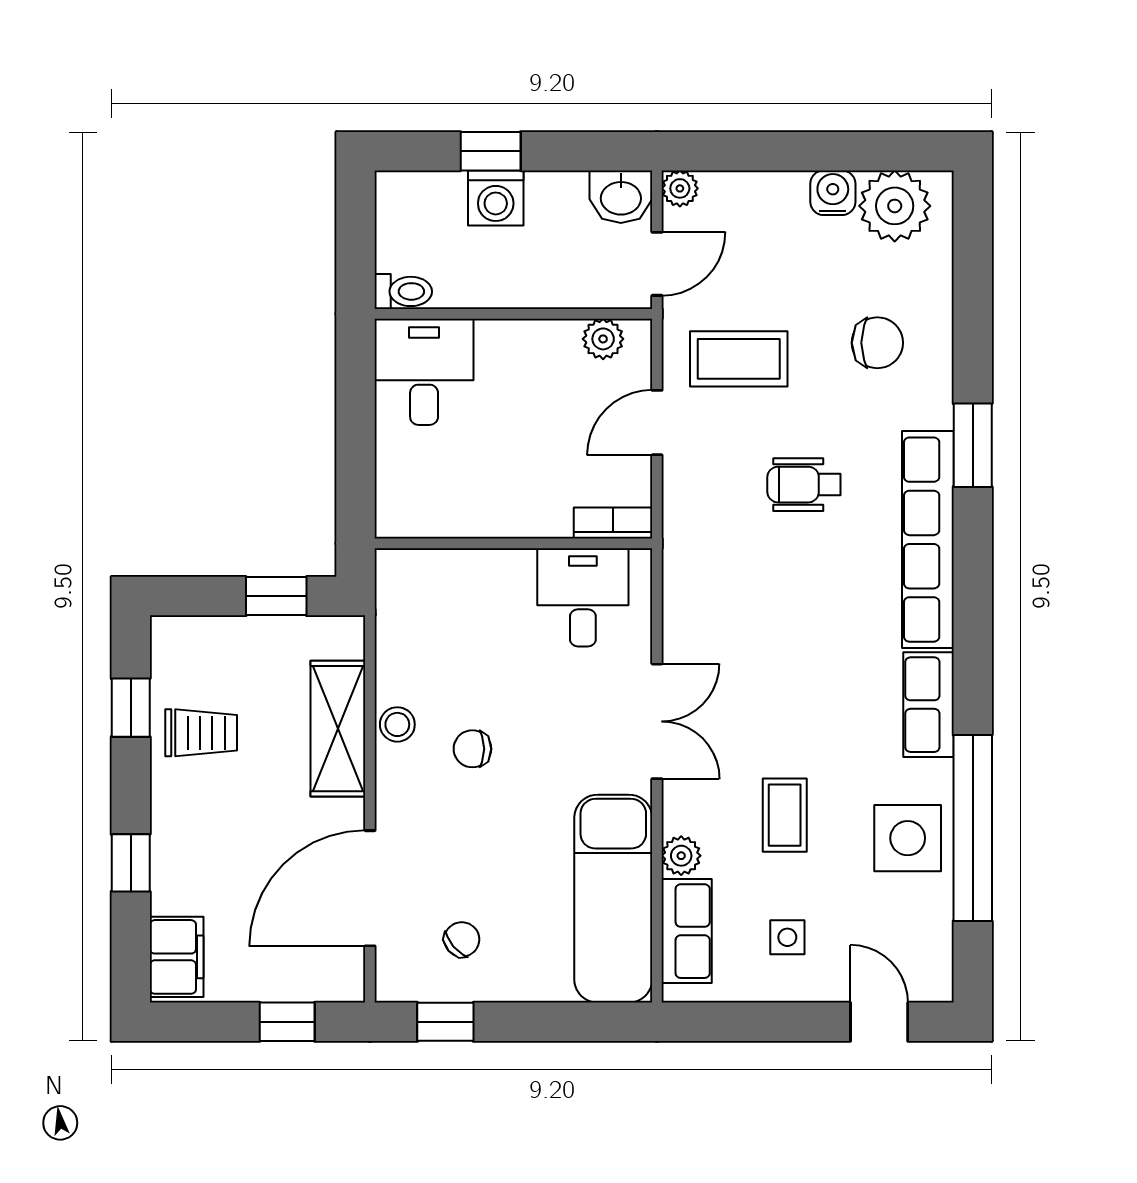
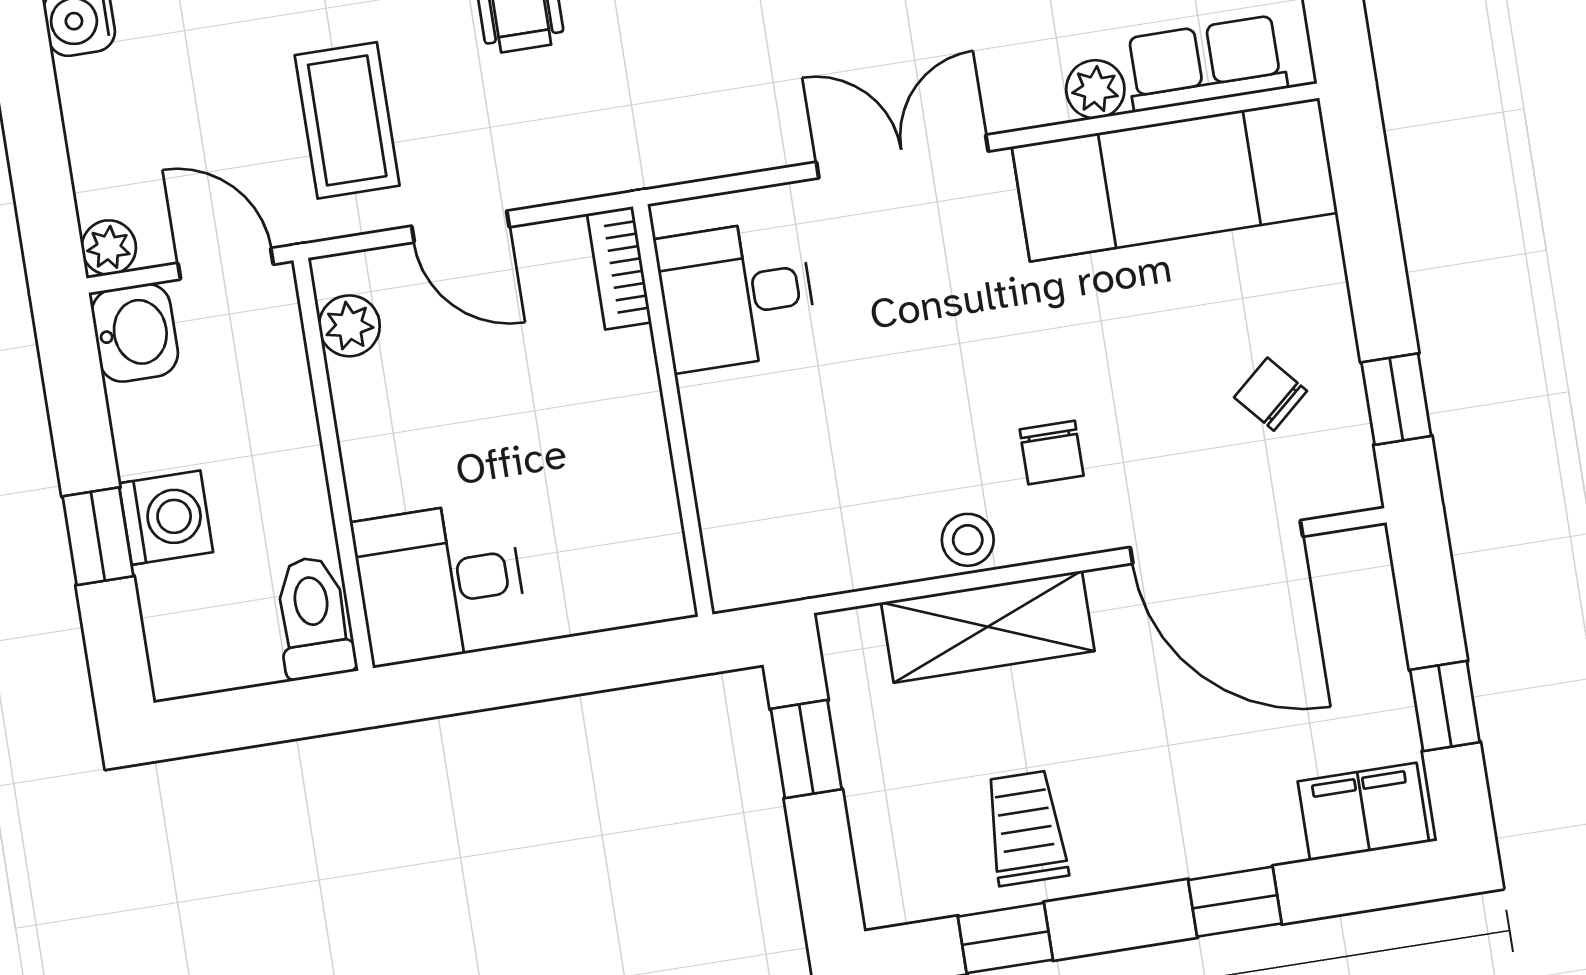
toilet: (403, 291) -> (314, 618), width x1.37, depth x1.39
chair: (472, 749) -> (1052, 453), moved
window: (287, 1022) -> (1445, 706), moved

